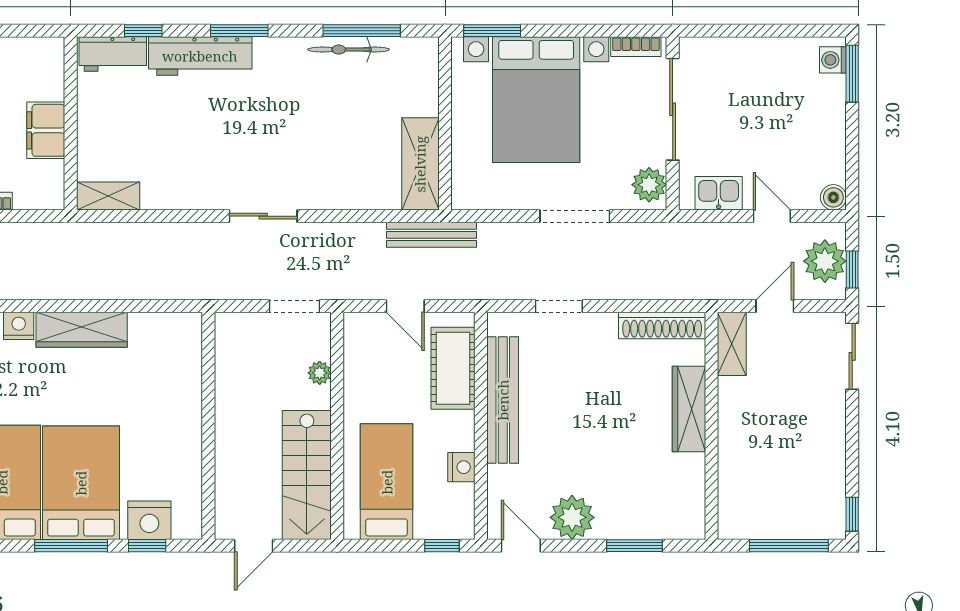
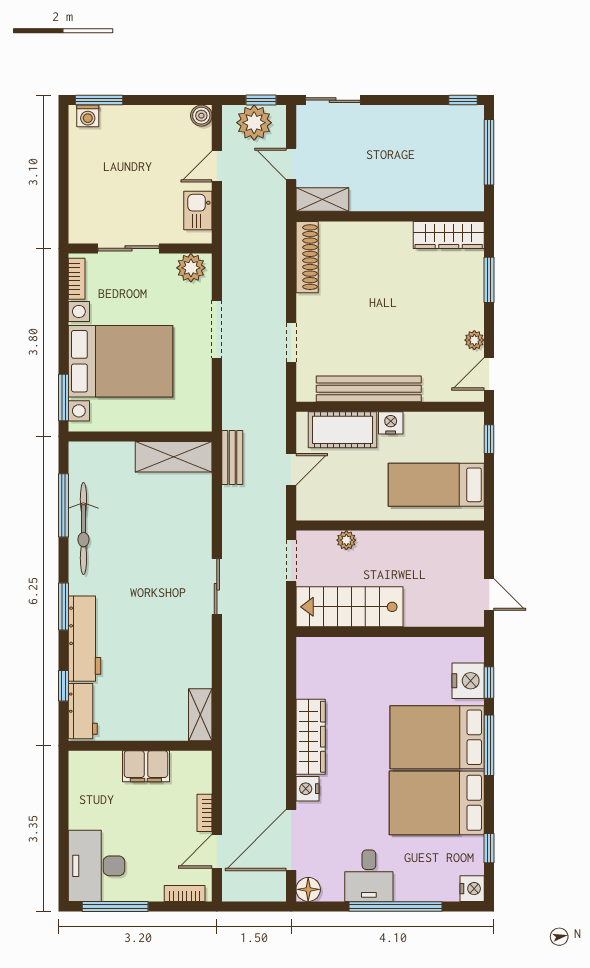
bicycle: (349, 50) -> (83, 529), width x1.37, depth x1.40
sliding door: (673, 109) -> (129, 248), width x0.73
bench: (432, 235) -> (232, 457), width x0.73
wardrobe: (689, 409) -> (449, 235), moved
nightstand: (461, 467) -> (391, 423), moved
stairs: (307, 475) -> (349, 607), moved, turned 180
plant: (572, 517) -> (474, 340), width x0.53, depth x0.53

